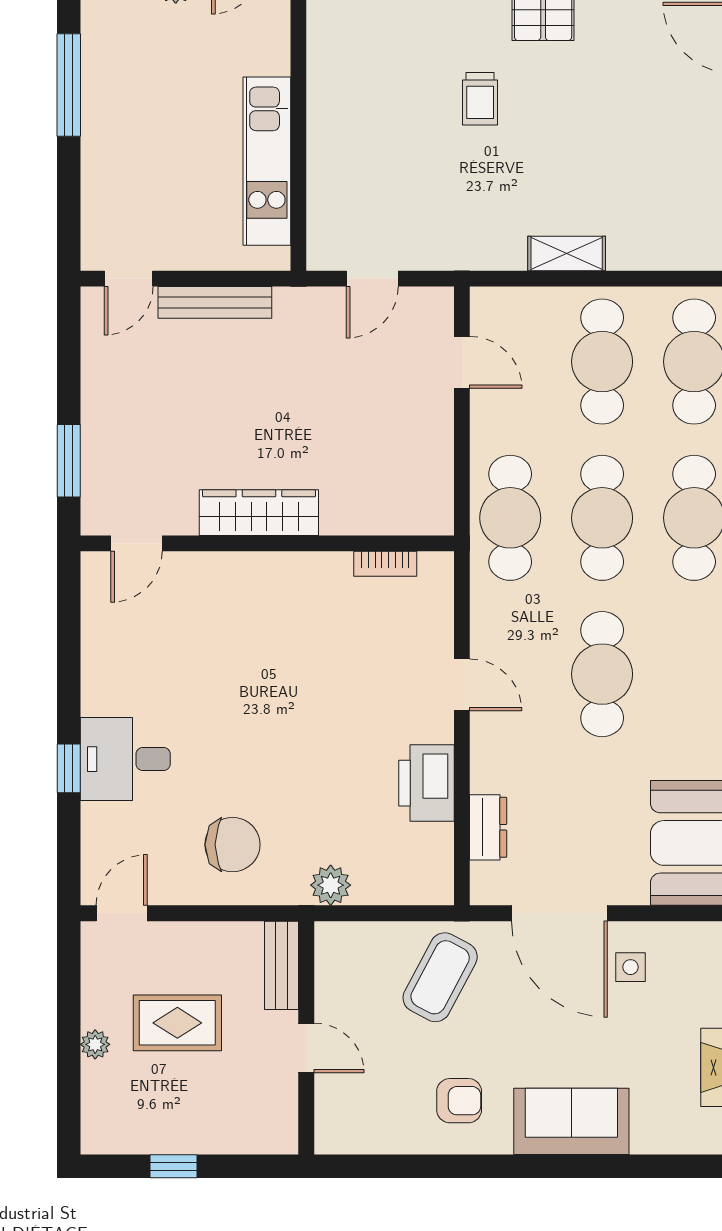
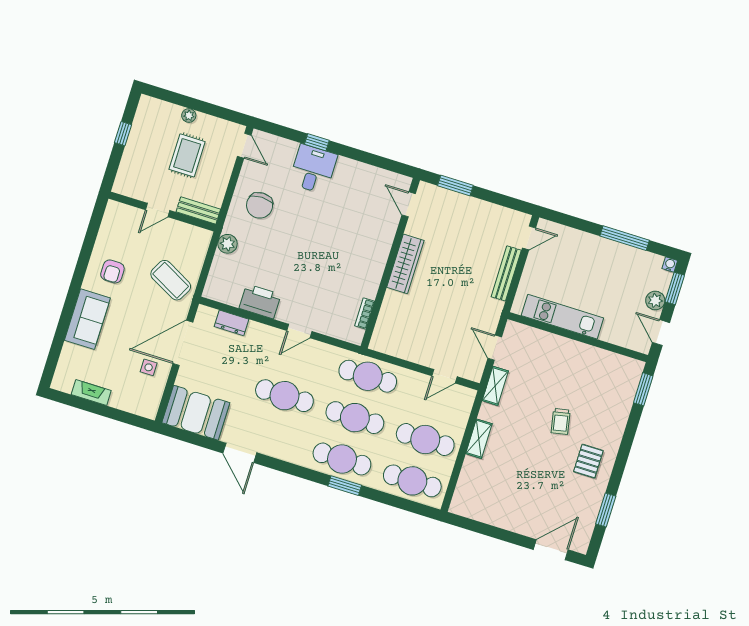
trolley: (480, 99) -> (561, 421), turned -101
shelving: (449, 254) -> (495, 386), added
door: (129, 279) -> (529, 238), swing flipped

